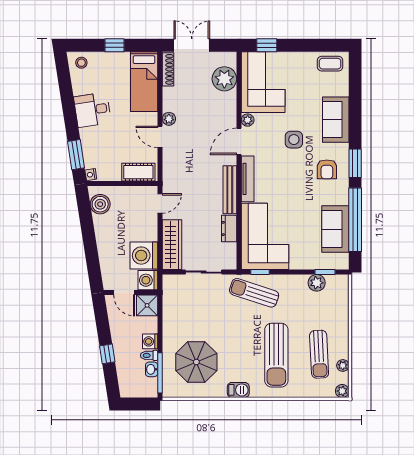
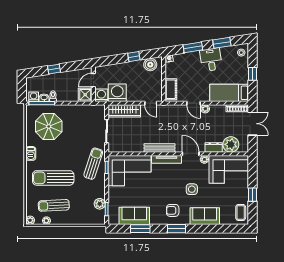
window: (267, 45) -> (252, 195), moved
window: (66, 93) -> (222, 43), added
door: (160, 137) -> (193, 103), swing flipped
window: (76, 155) -> (193, 47), moved
window: (355, 220) -> (140, 229), width x0.47
dresser: (229, 228) -> (214, 148), moved
window: (88, 230) -> (134, 57), added
washing machine: (150, 341) -> (34, 97), moved

